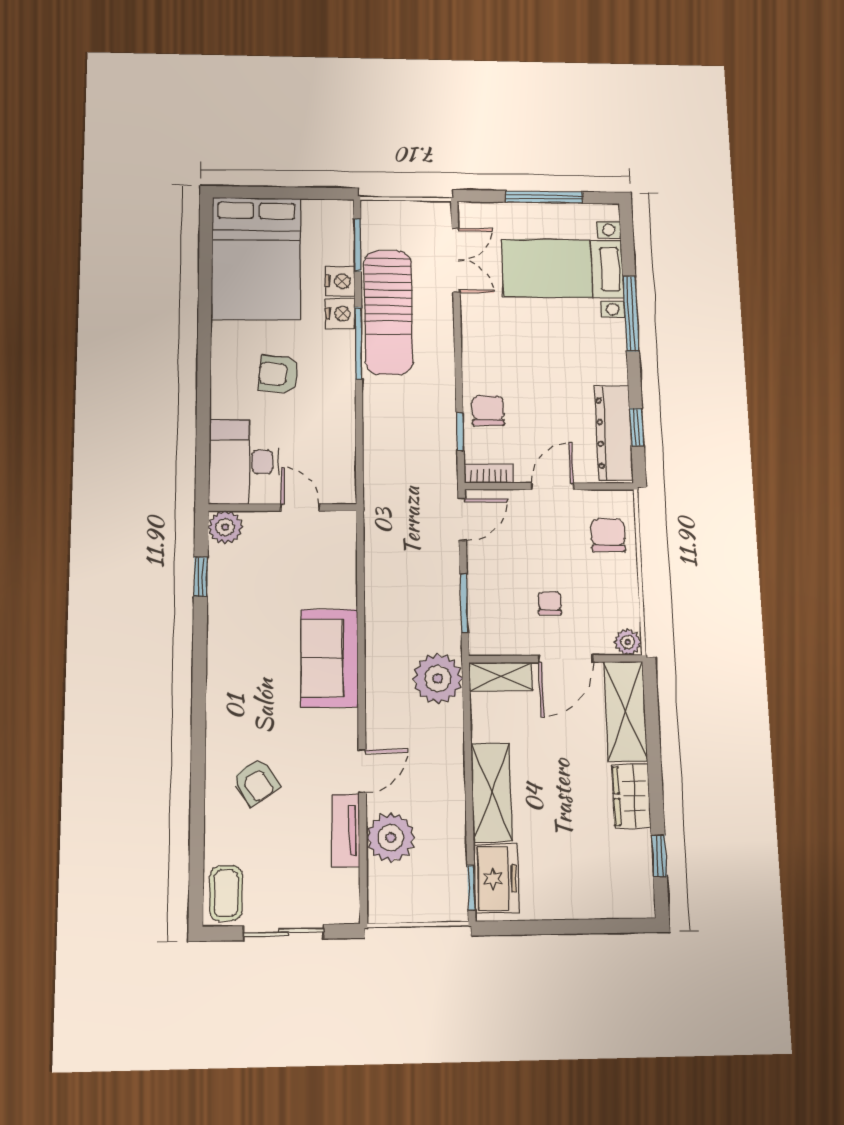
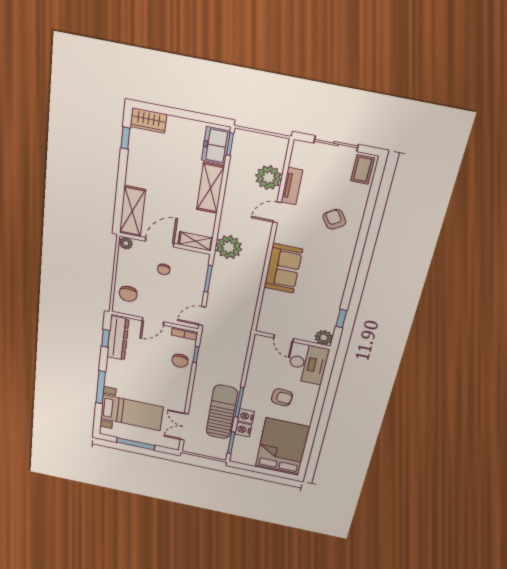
wardrobe: (632, 796) -> (148, 120), moved, turned 90

